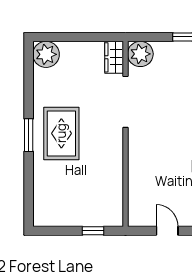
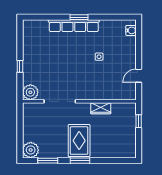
wardrobe: (114, 57) -> (101, 108), moved
window: (29, 82) -> (48, 161), added
rug: (61, 133) -> (79, 141), turned 90

